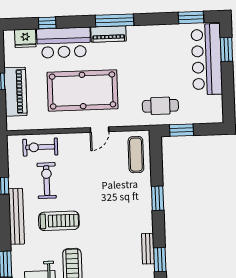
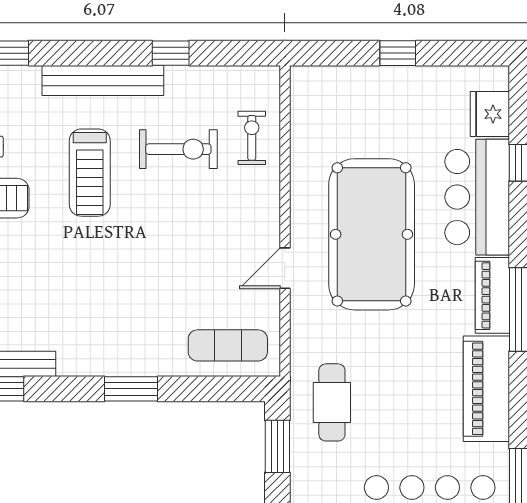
piano: (15, 92) -> (486, 389), moved, turned 90
door: (100, 130) -> (285, 268), hinge flipped
exercise bike: (40, 147) -> (252, 138), width x0.73, depth x0.72

